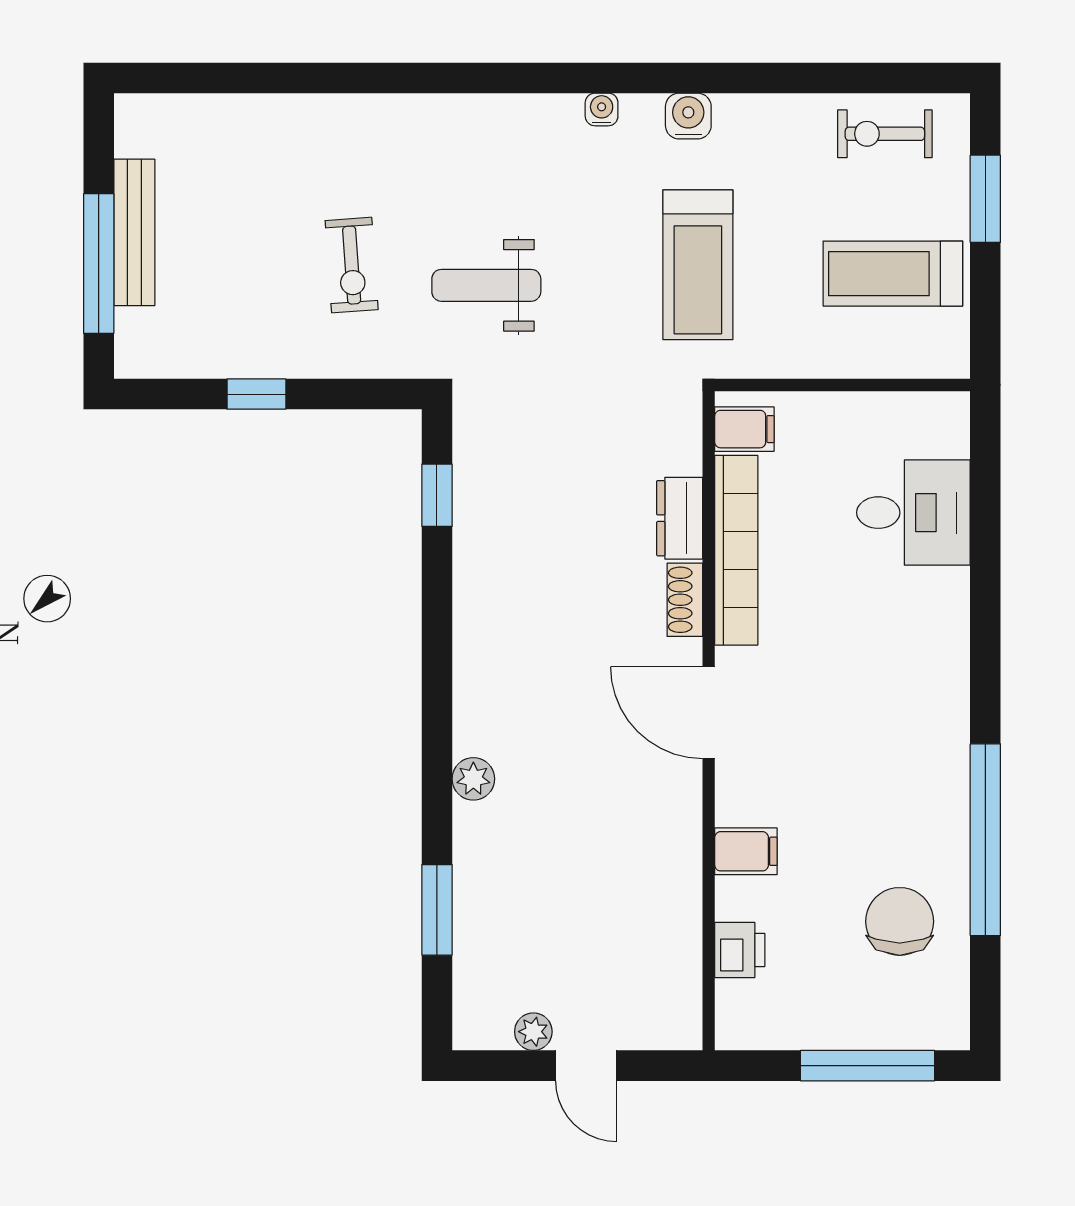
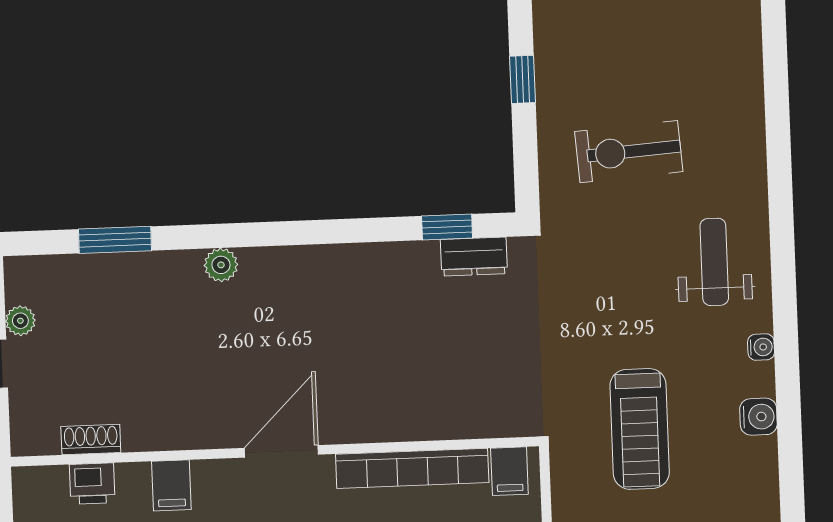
exercise bike: (352, 265) -> (629, 152), width x1.38, depth x1.39
treadmill: (698, 265) -> (640, 429), turned -90
weight bench: (486, 285) -> (714, 262), moved
dresser: (680, 518) -> (474, 257), moved, turned 180
shoe rack: (685, 600) -> (91, 439), moved

